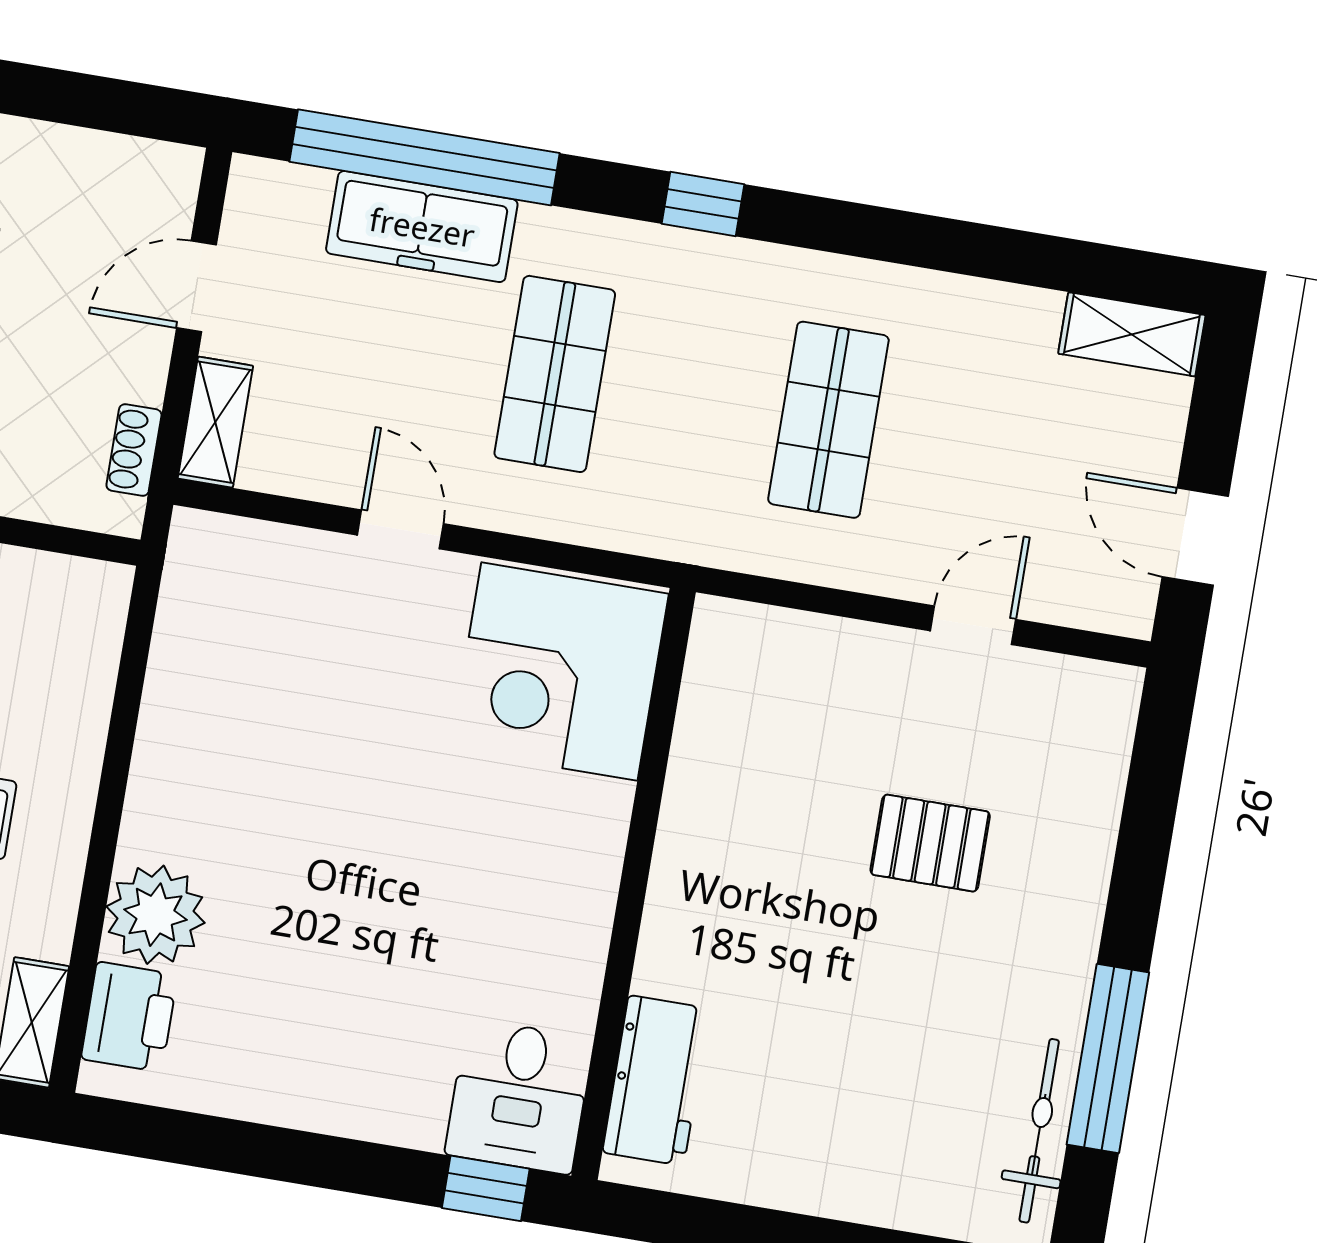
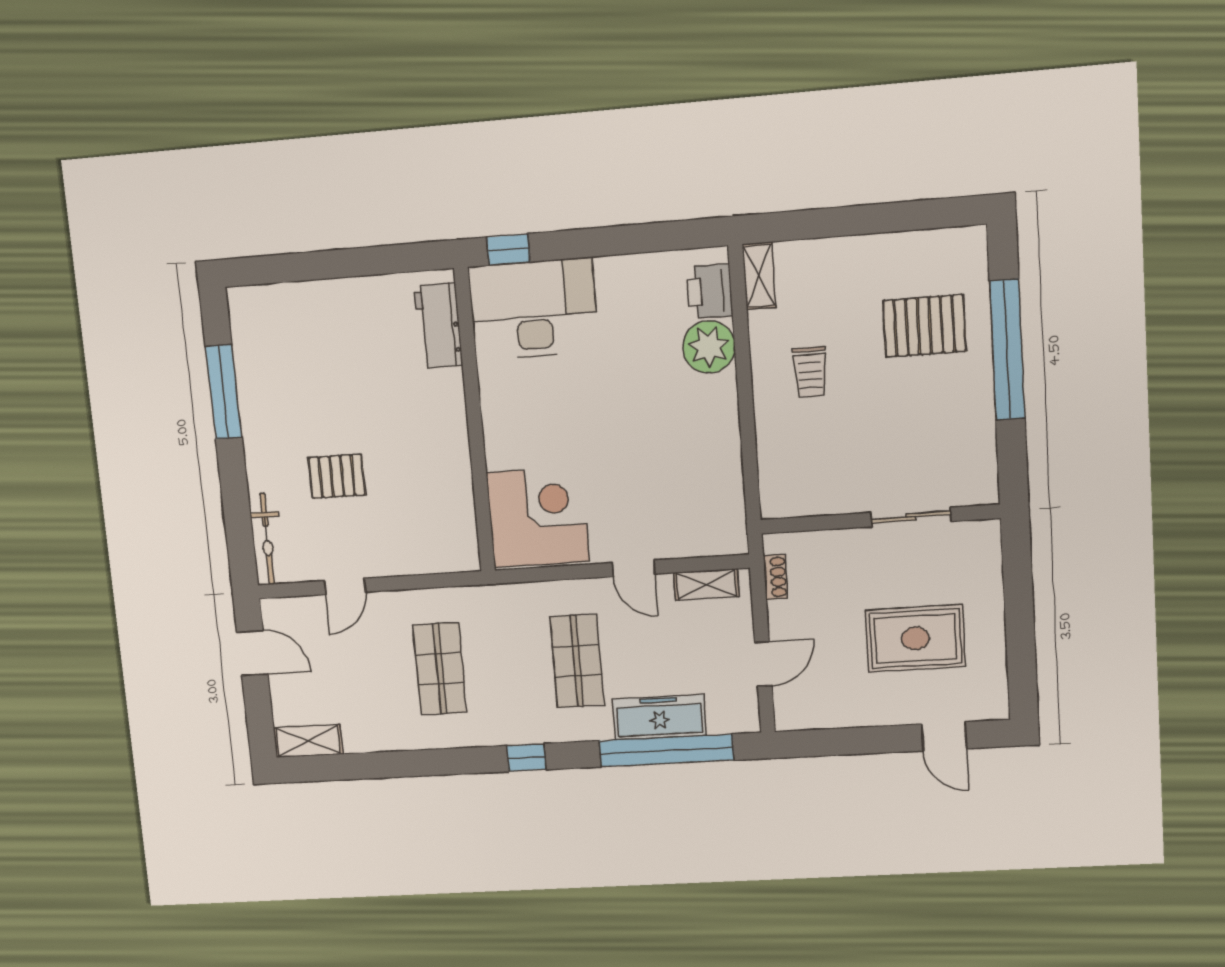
shelving: (215, 422) -> (706, 585), moved, turned 90
desk: (519, 1096) -> (533, 309), width x1.87, depth x1.30
bicycle: (1039, 1131) -> (267, 539), moved

